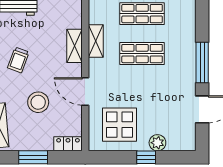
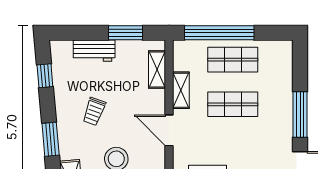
shelving: (74, 46) -> (157, 70), moved
door: (85, 91) -> (169, 130), moved

